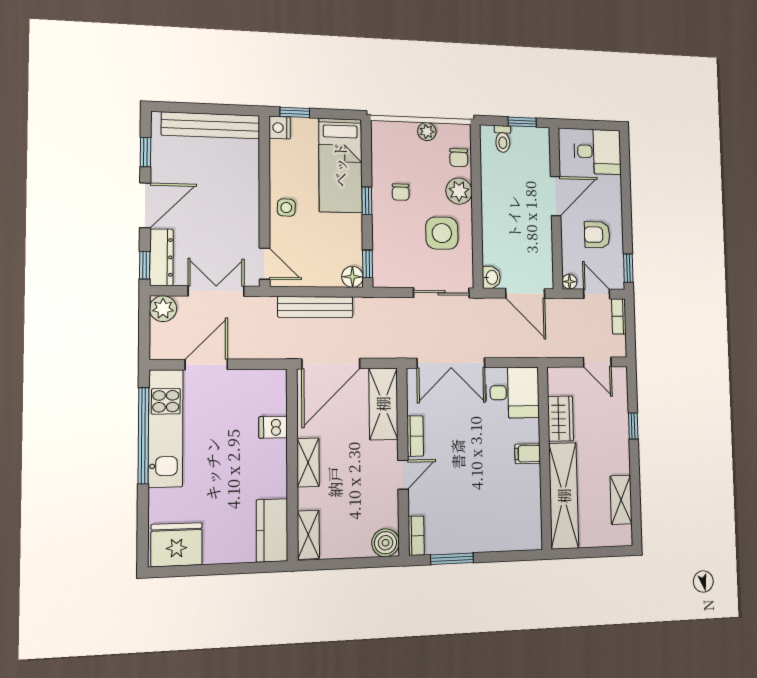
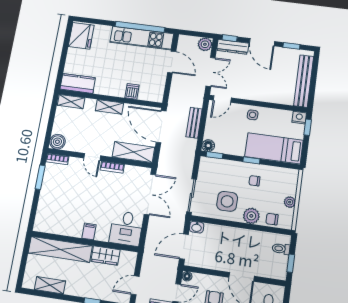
bench: (315, 307) -> (194, 123), width x0.73
double door: (451, 363) -> (150, 194), swing flipped

